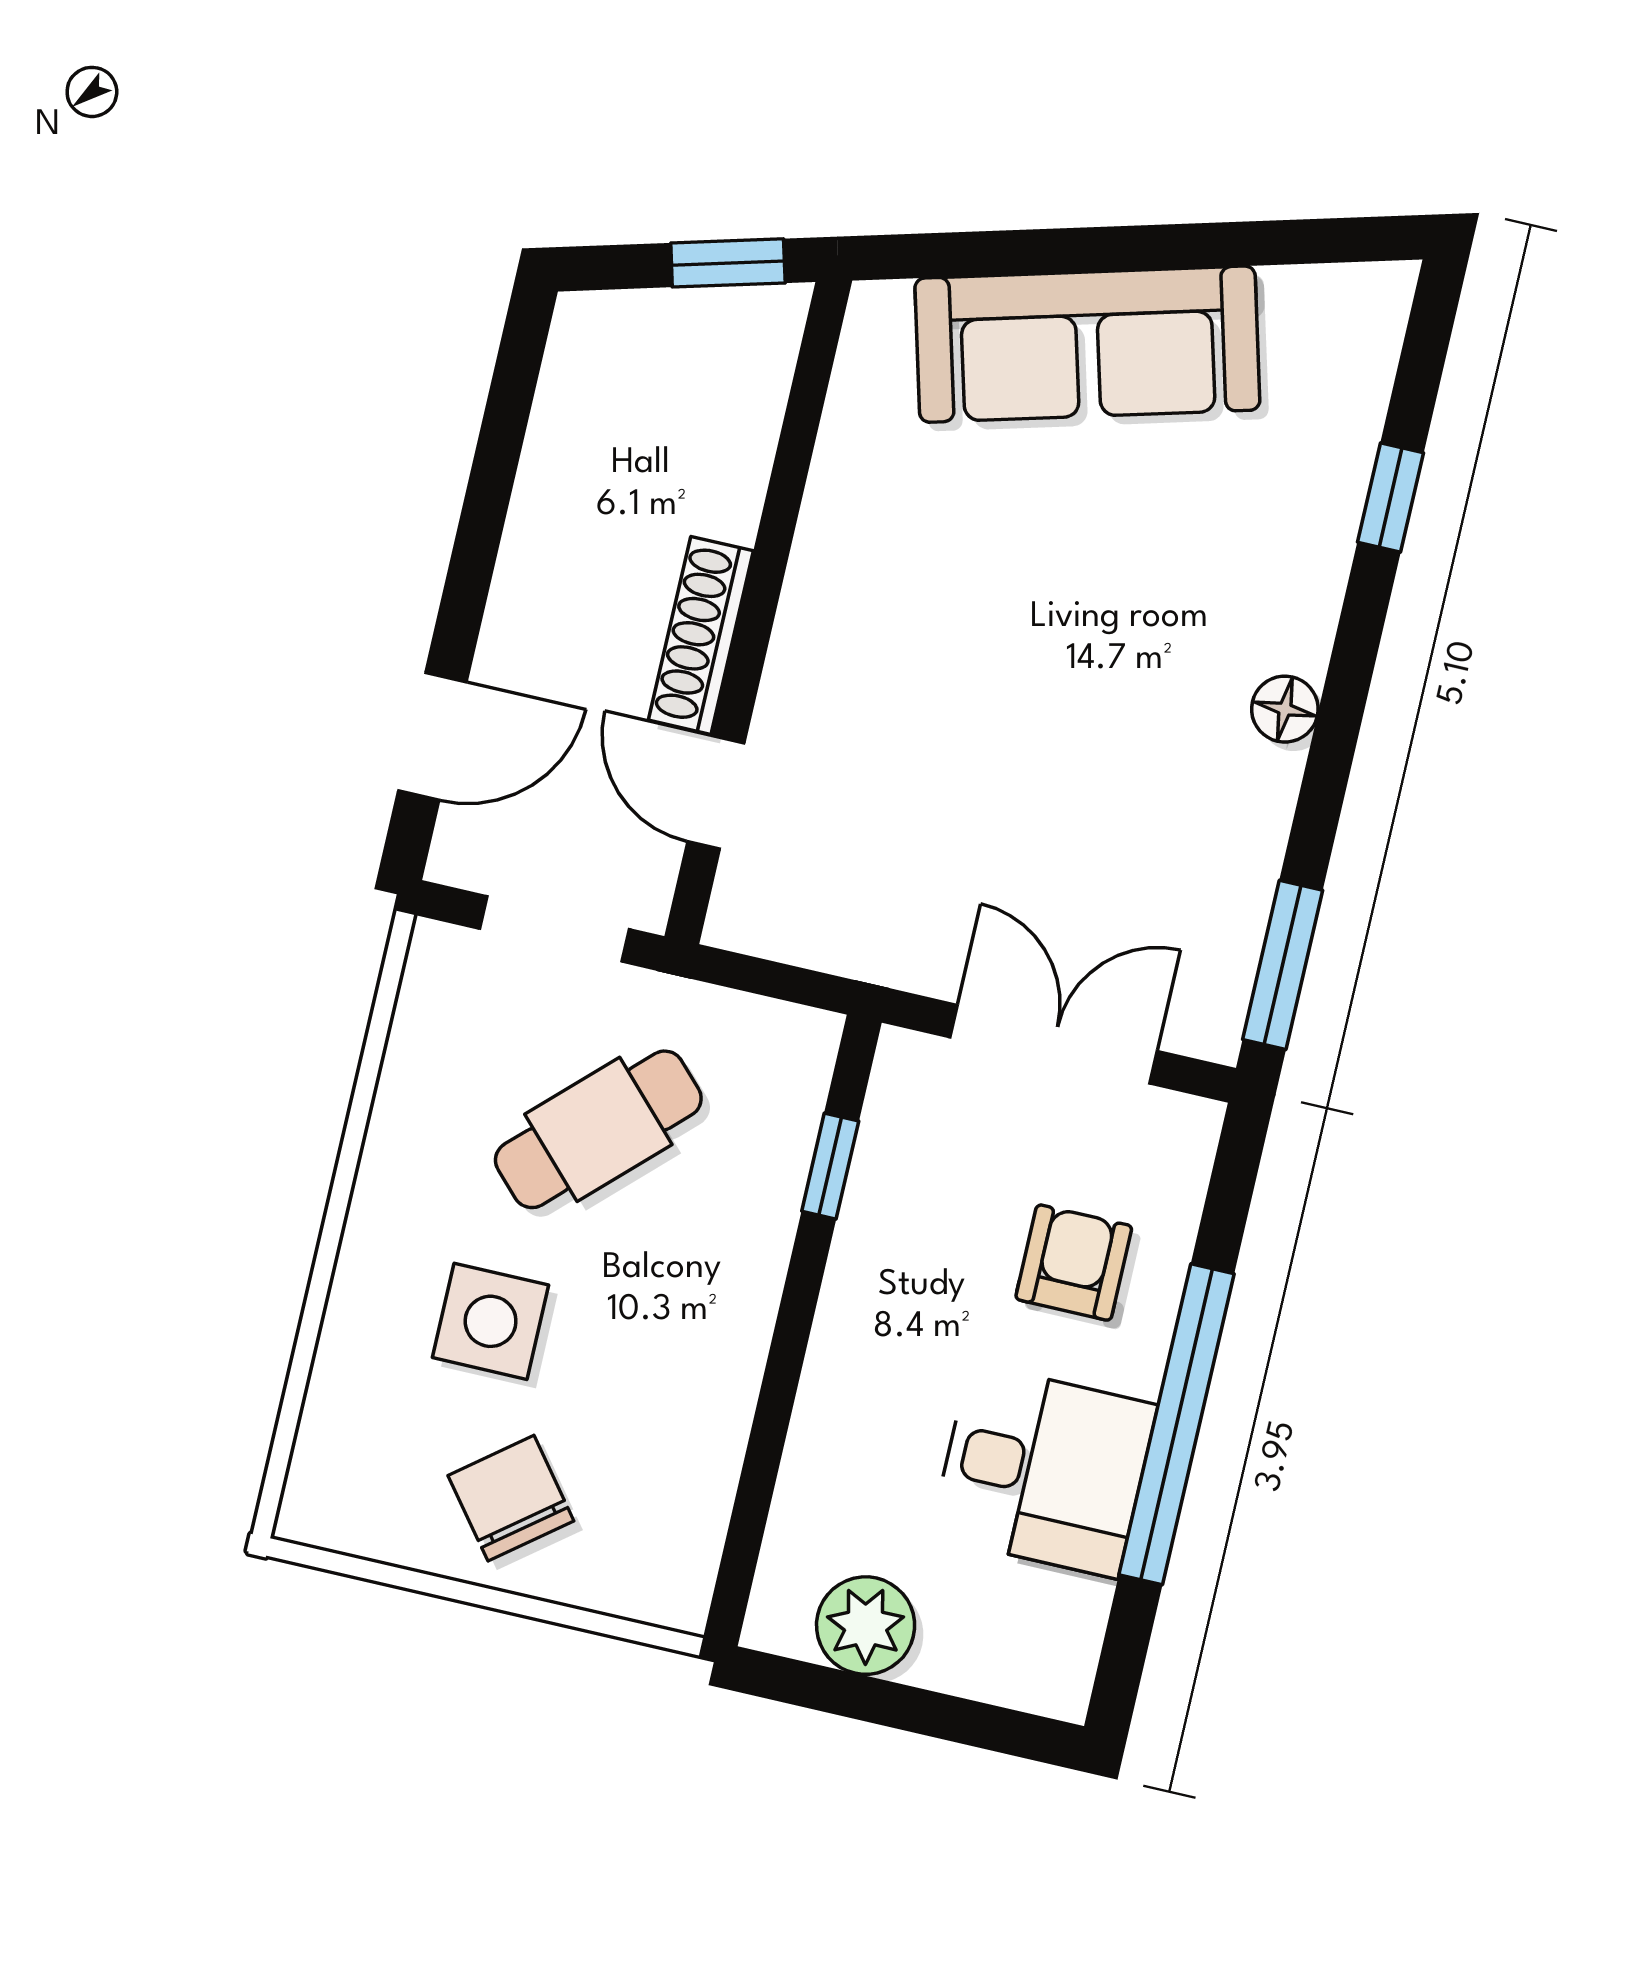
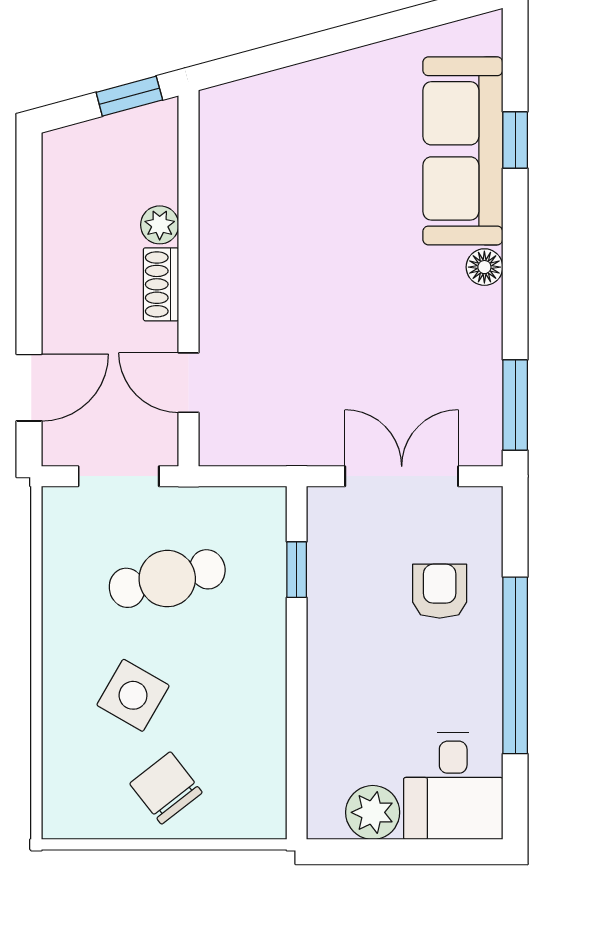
sofa: (1087, 344) -> (463, 151), moved, turned 105
plant: (729, 502) -> (160, 225), added
shoe rack: (701, 635) -> (161, 284), width x0.70
cafe table: (598, 1129) -> (167, 579), turned 31
side table: (491, 1321) -> (133, 695), turned 30
desk: (1044, 1470) -> (453, 786), moved, turned 90

